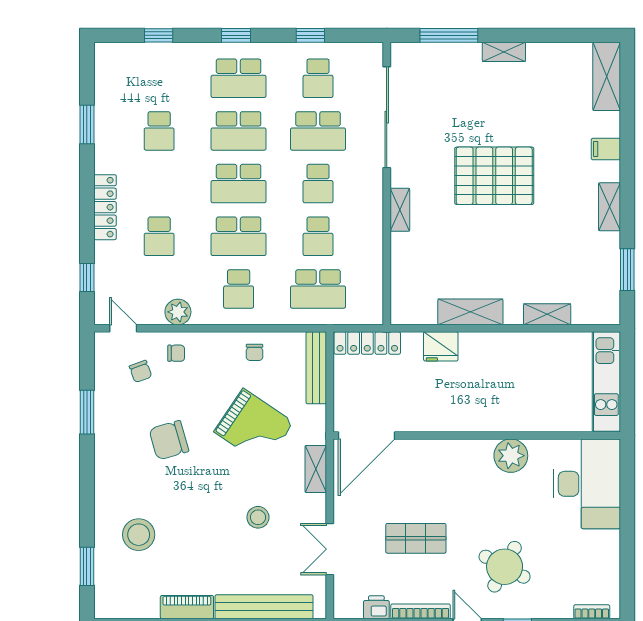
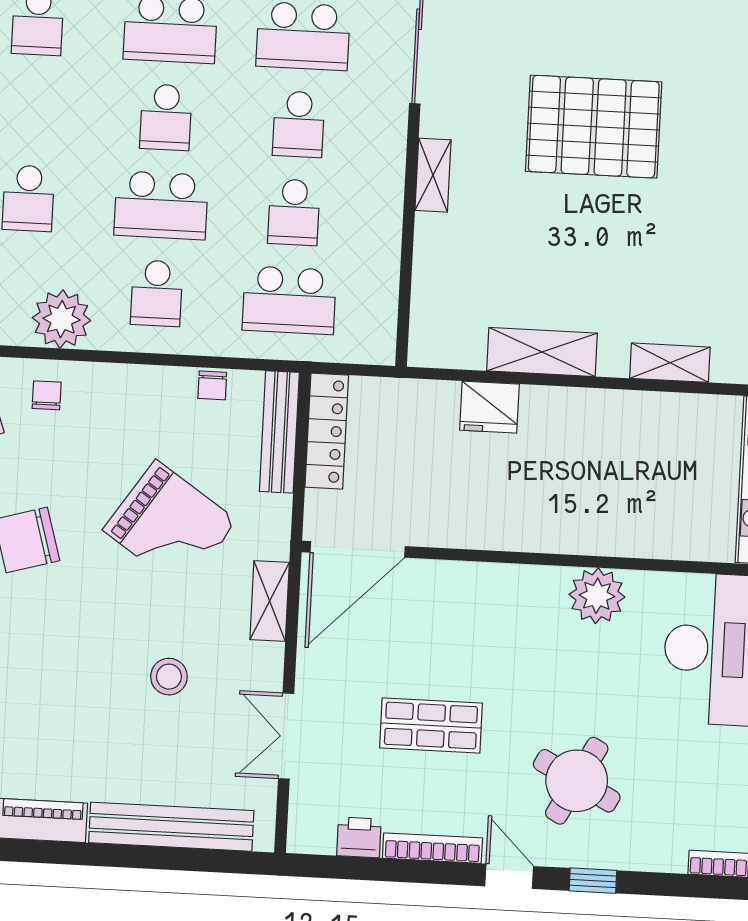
school desk: (239, 184) -> (166, 117), width x0.54
plant: (178, 312) -> (61, 319), width x1.36, depth x1.36
locker: (367, 343) -> (327, 431), moved, turned -90
chair: (255, 352) -> (212, 385), moved
chair: (176, 353) -> (47, 395), turned -90

